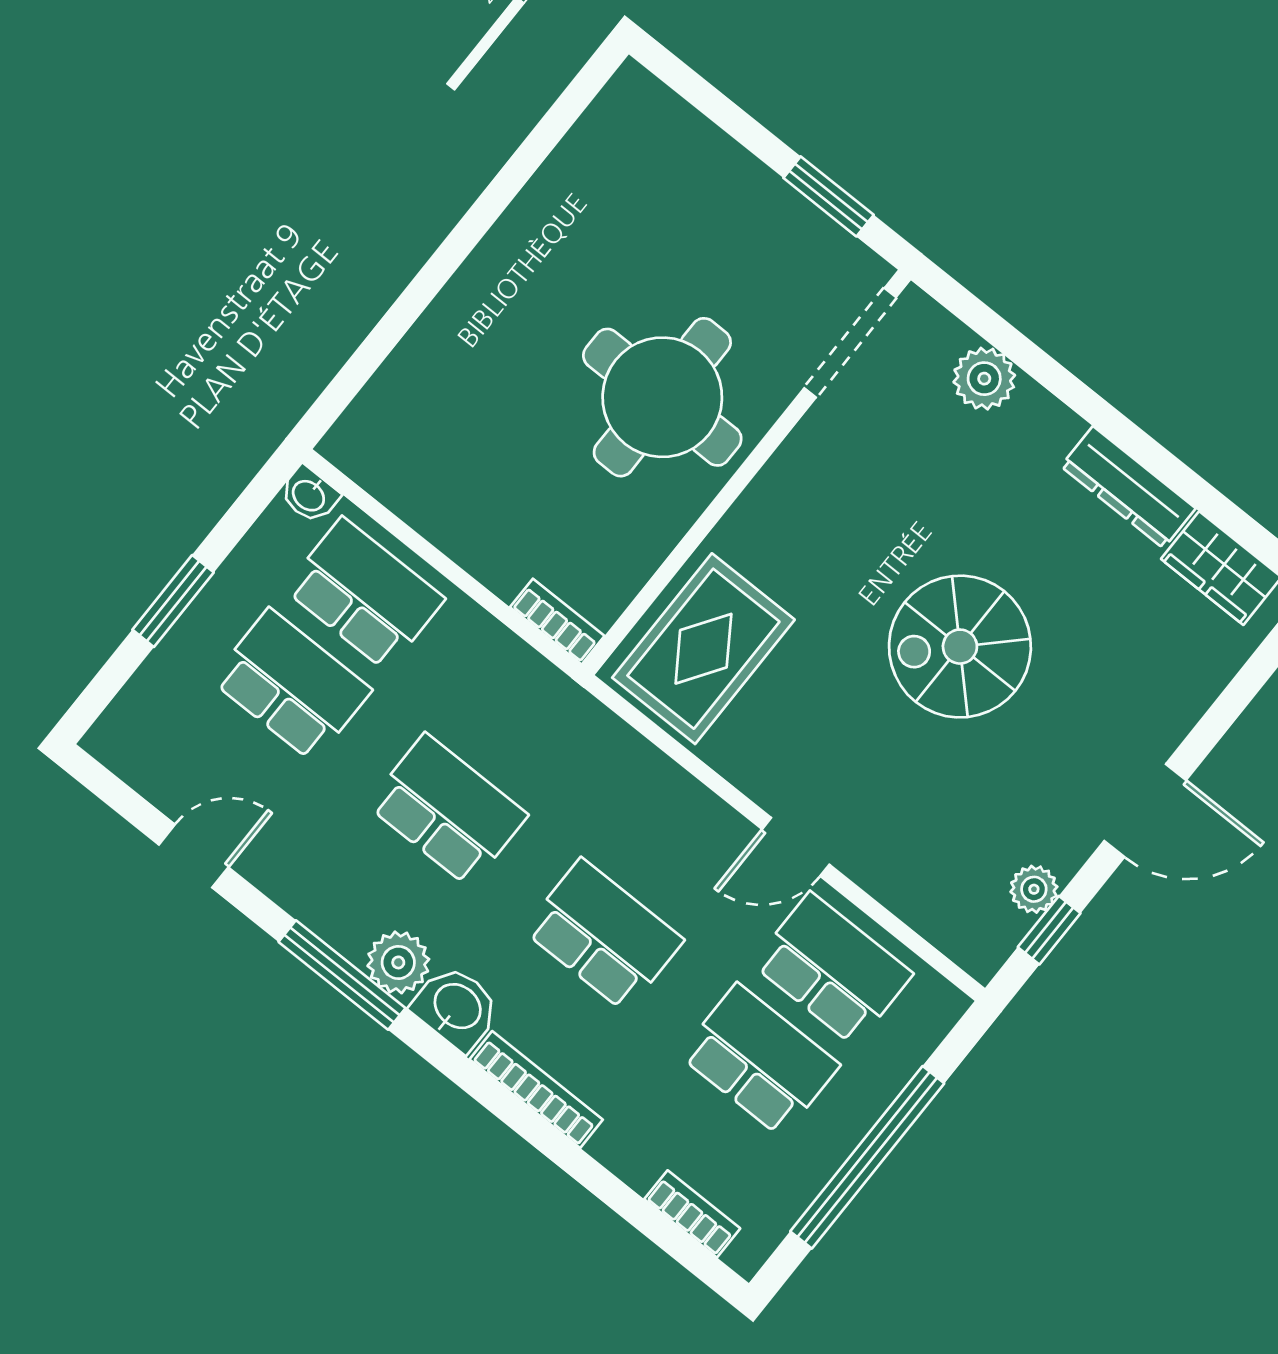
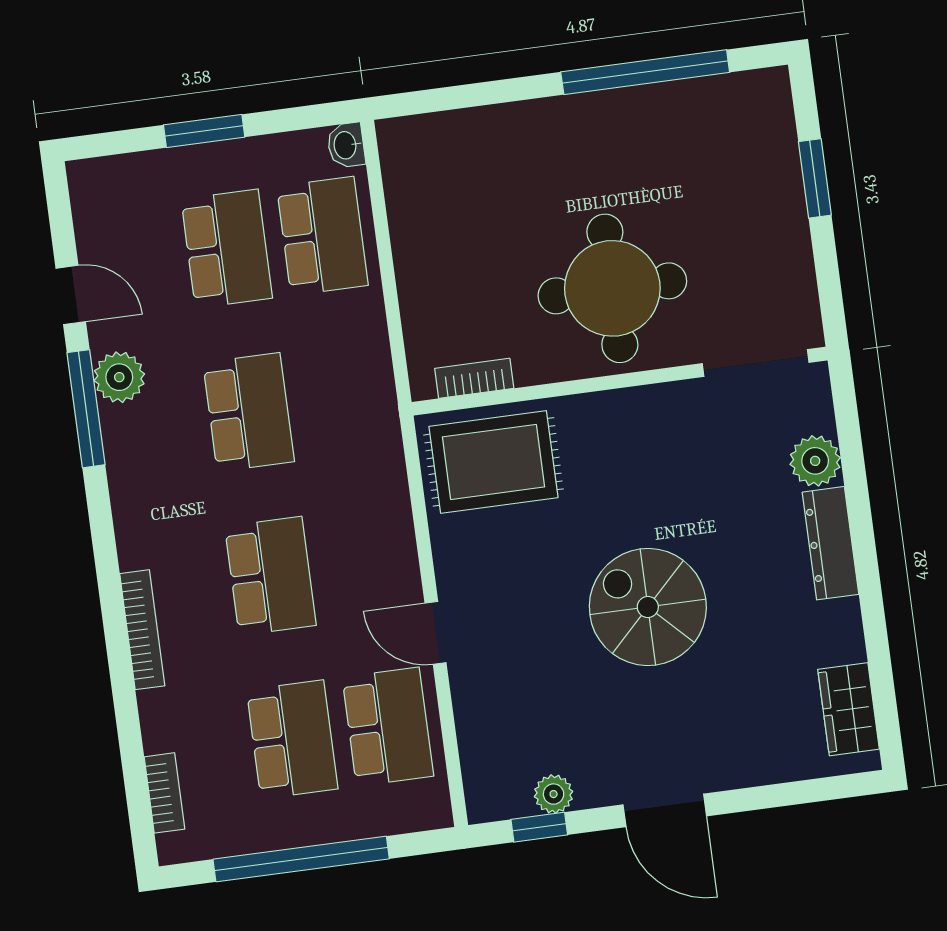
window: (510, 180) -> (645, 72), added
window: (829, 196) -> (815, 178), moved
dresser: (1128, 487) -> (830, 543), moved
bookcase: (557, 622) -> (474, 378), moved, turned -90
plant: (398, 962) -> (119, 377), moved
window: (342, 975) -> (86, 409), moved
washbasin: (456, 1008) -> (141, 535), removed

